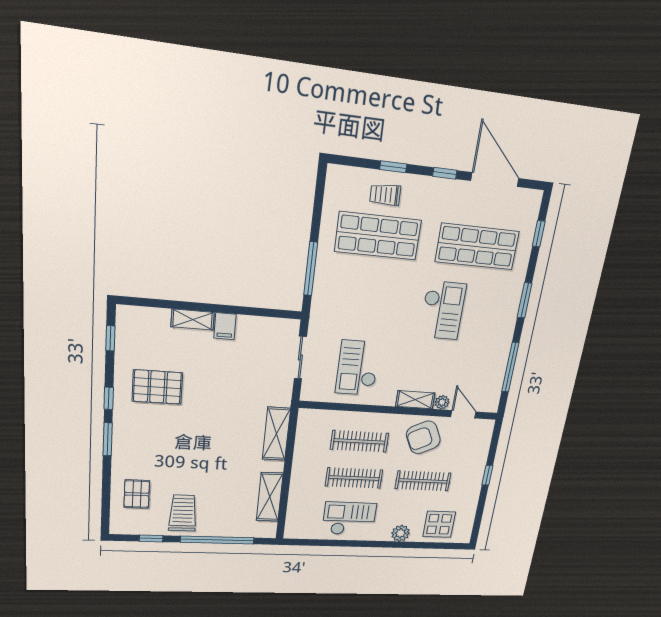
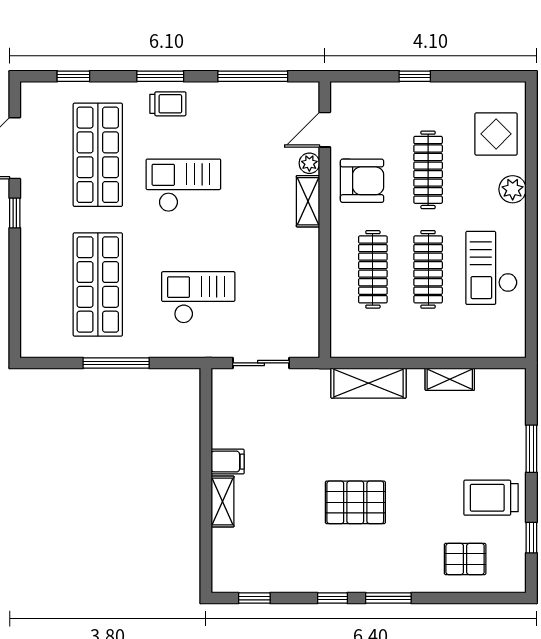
window: (393, 167) -> (15, 278), removed
trolley: (385, 195) -> (168, 104), moved, turned -88
window: (311, 269) -> (116, 363), moved
checkout: (358, 368) -> (198, 297), moved, turned 180
pallet: (157, 387) -> (355, 502), moved, turned 90
armchair: (423, 437) -> (362, 181), turned -64
shelving: (270, 497) -> (450, 379), width x0.67, depth x0.75
window: (217, 540) -> (531, 449), width x0.47

